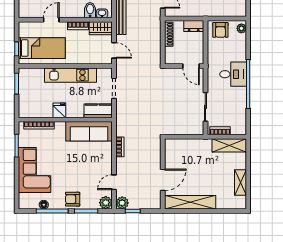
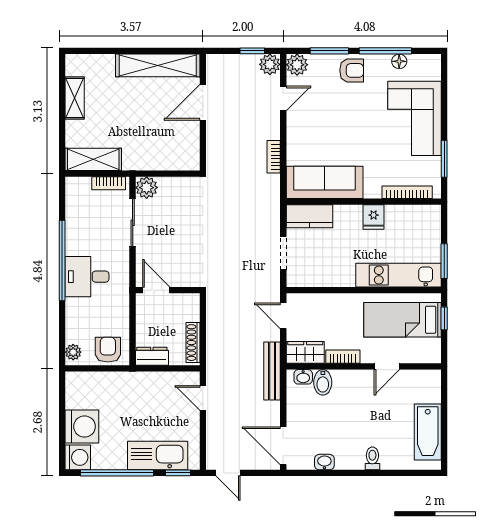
kitchen unit: (71, 75) -> (398, 275), moved
plant: (197, 128) -> (147, 188), added

